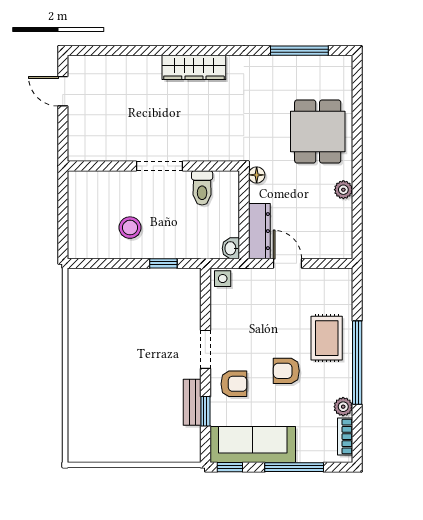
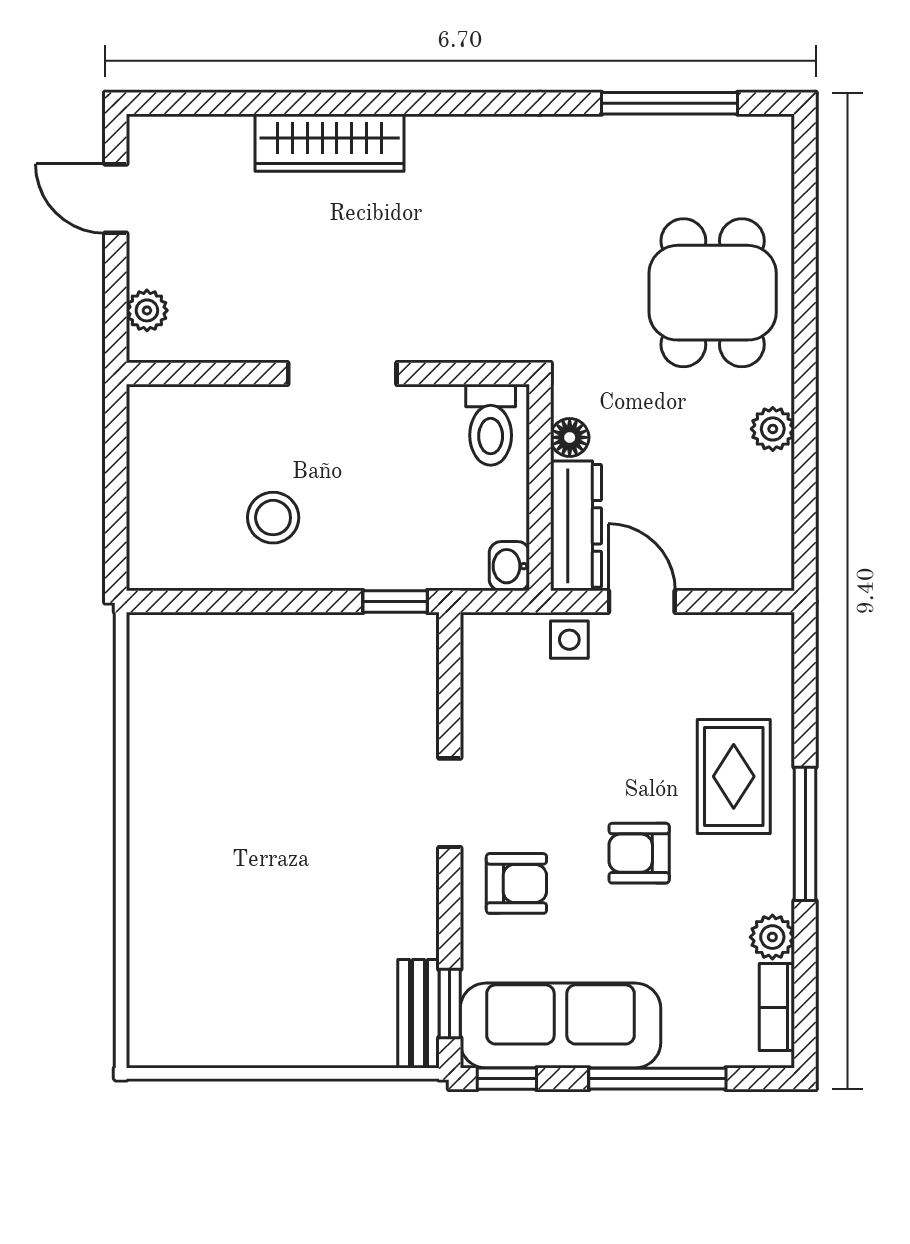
wardrobe: (194, 67) -> (330, 143), moved
plant: (76, 139) -> (147, 310), added
floor lamp: (257, 175) -> (570, 437), moved
toilet: (202, 188) -> (491, 425), moved
window: (163, 263) -> (395, 601), moved
side table: (223, 279) -> (569, 640), moved
window: (357, 363) -> (805, 834), width x0.68
bench: (192, 402) -> (419, 1014), moved
window: (205, 411) -> (450, 1003), moved

